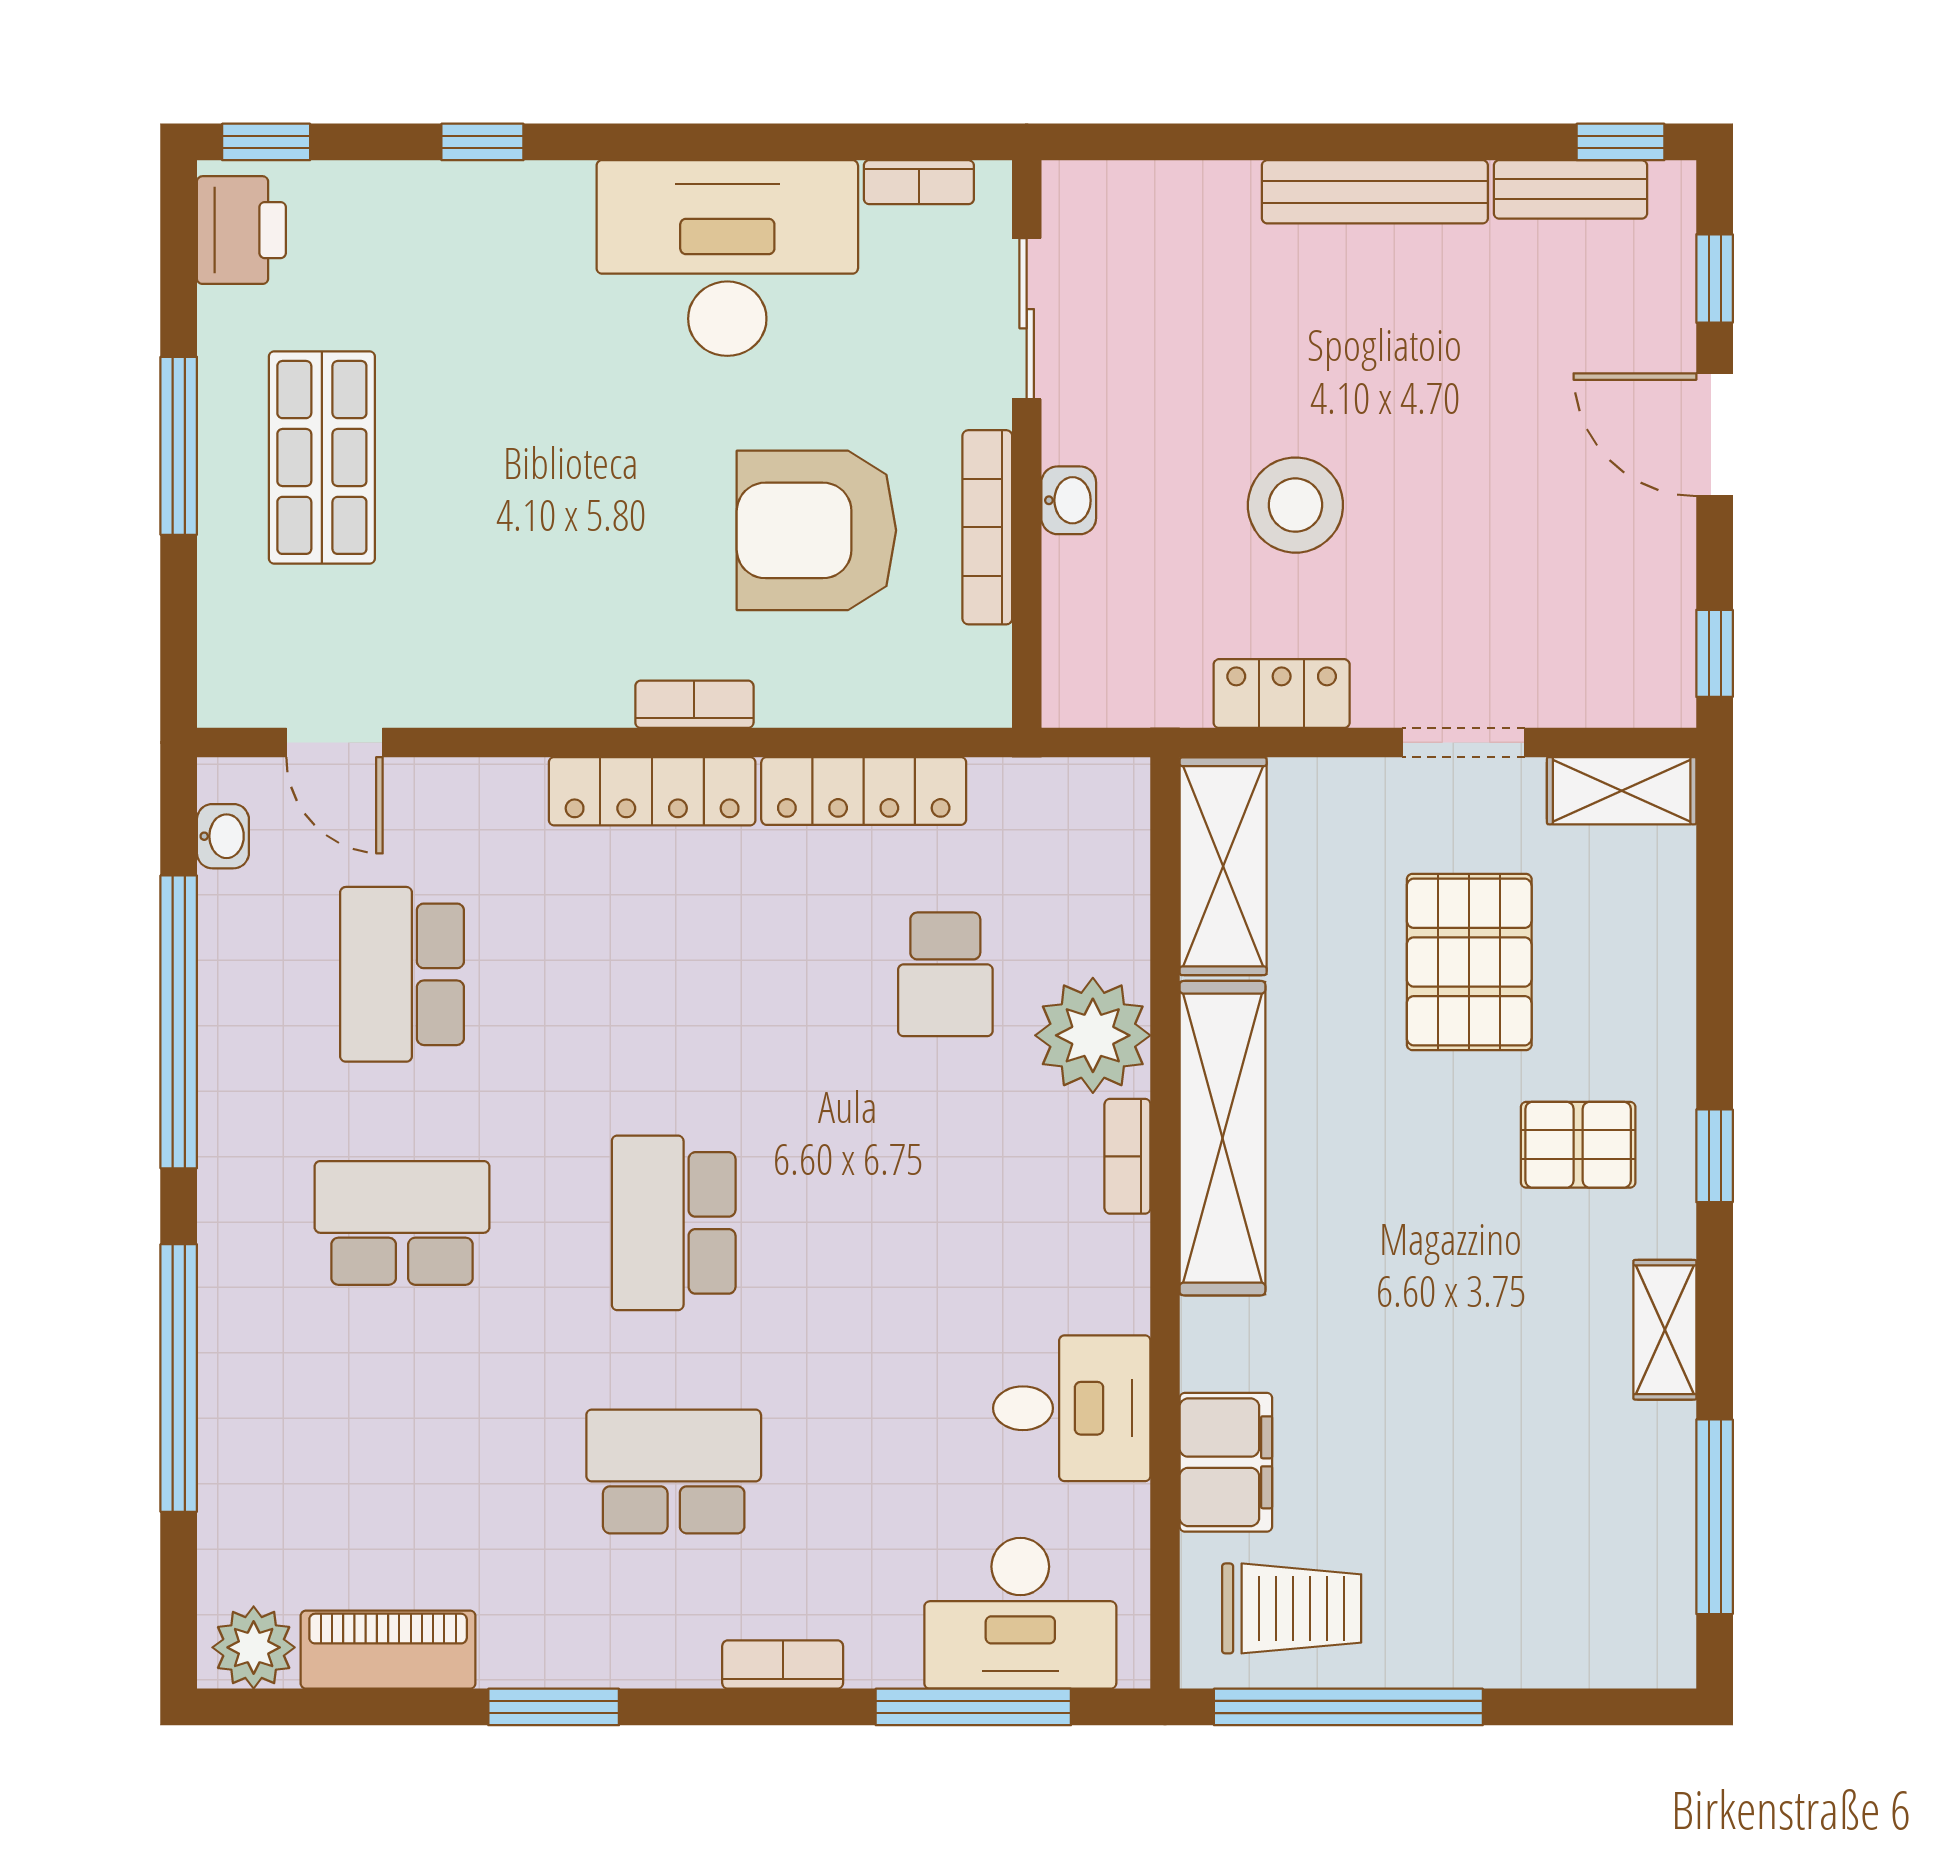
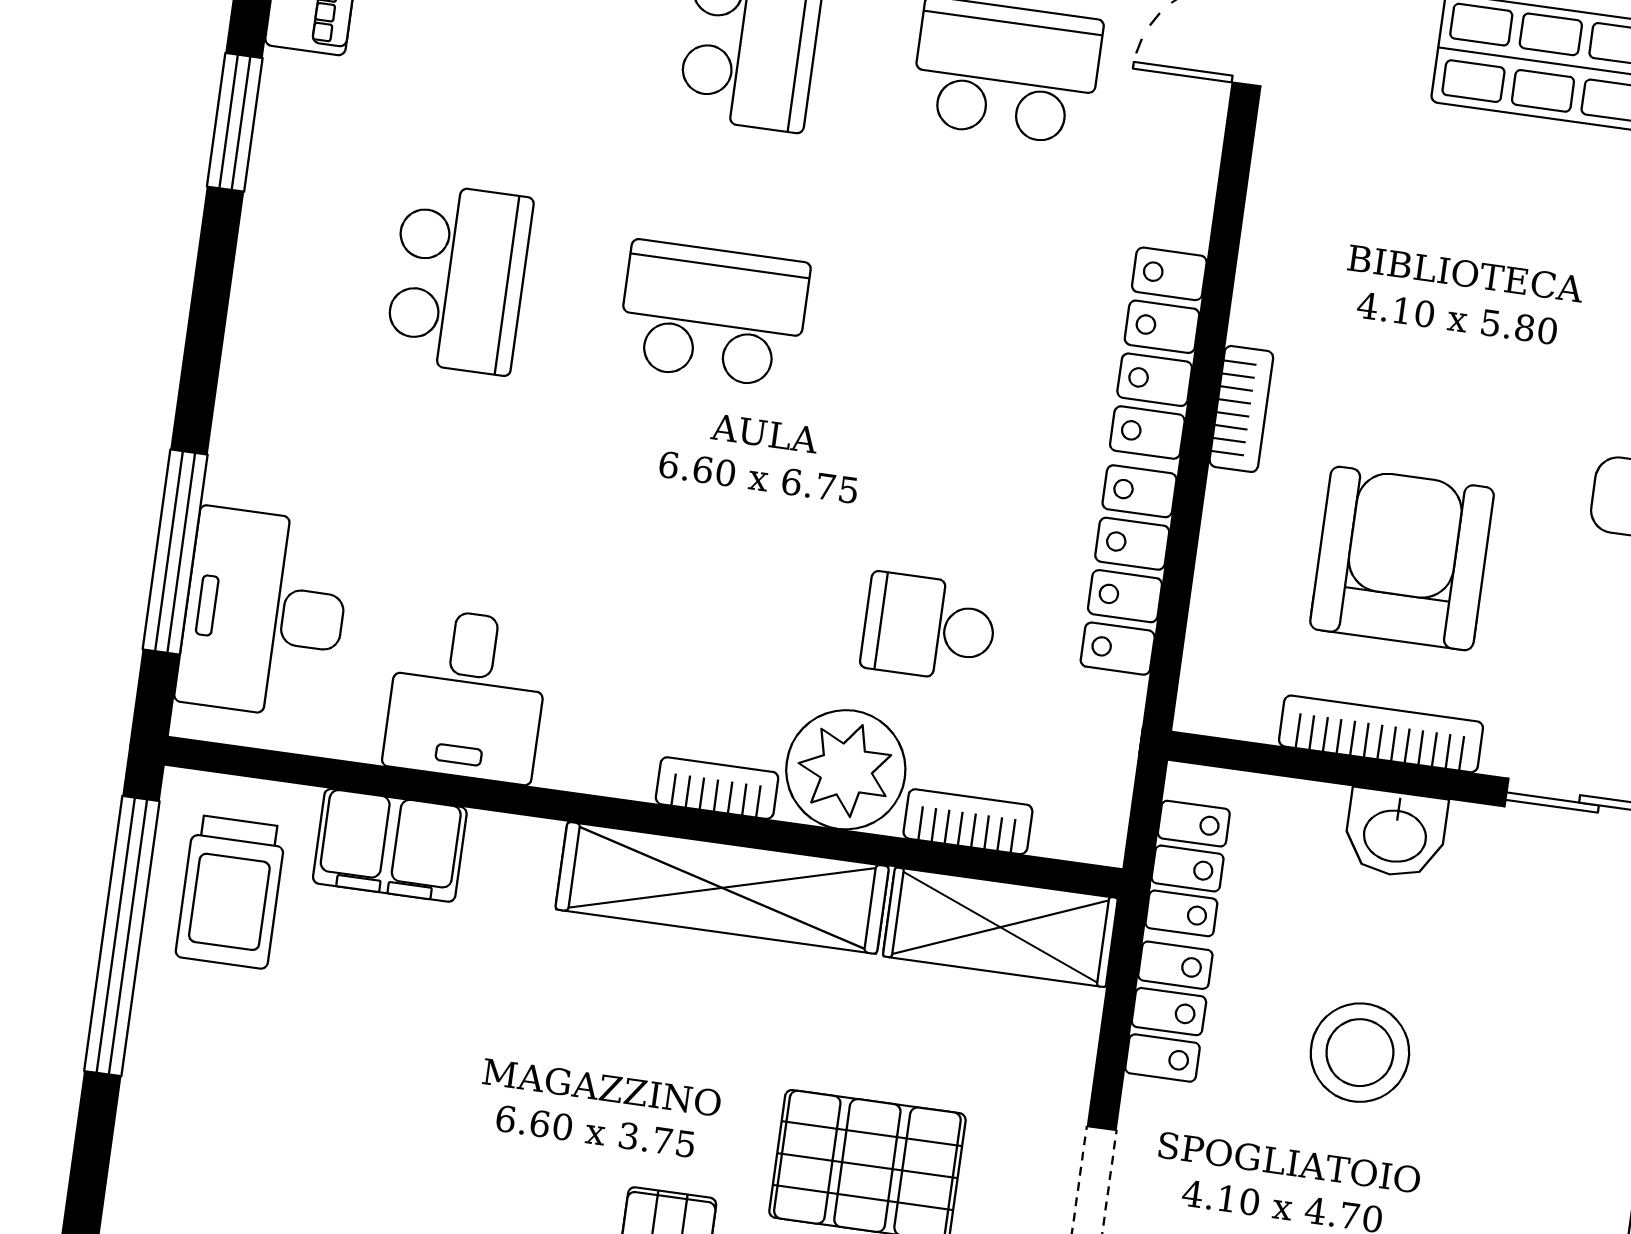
washbasin: (1069, 500) -> (1395, 834), width x1.38, depth x1.45
locker: (1142, 695) -> (1188, 869), added
bookcase: (783, 1665) -> (968, 822), moved, turned -90

